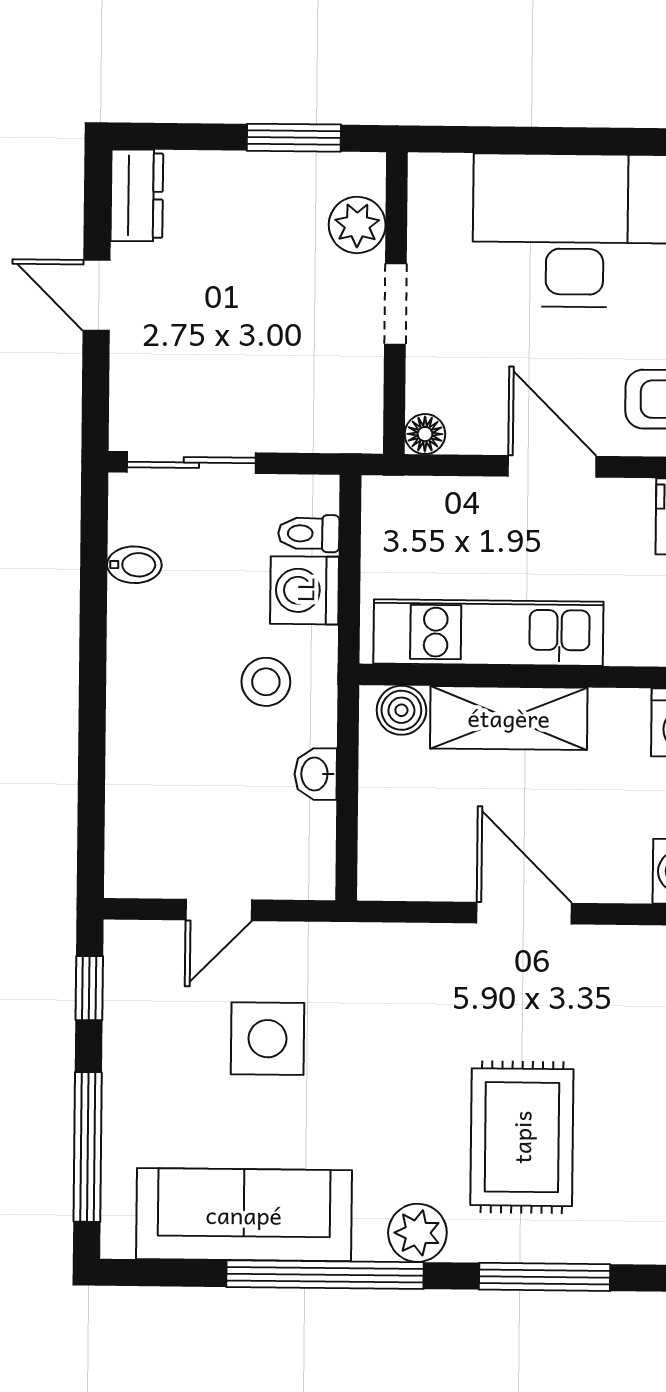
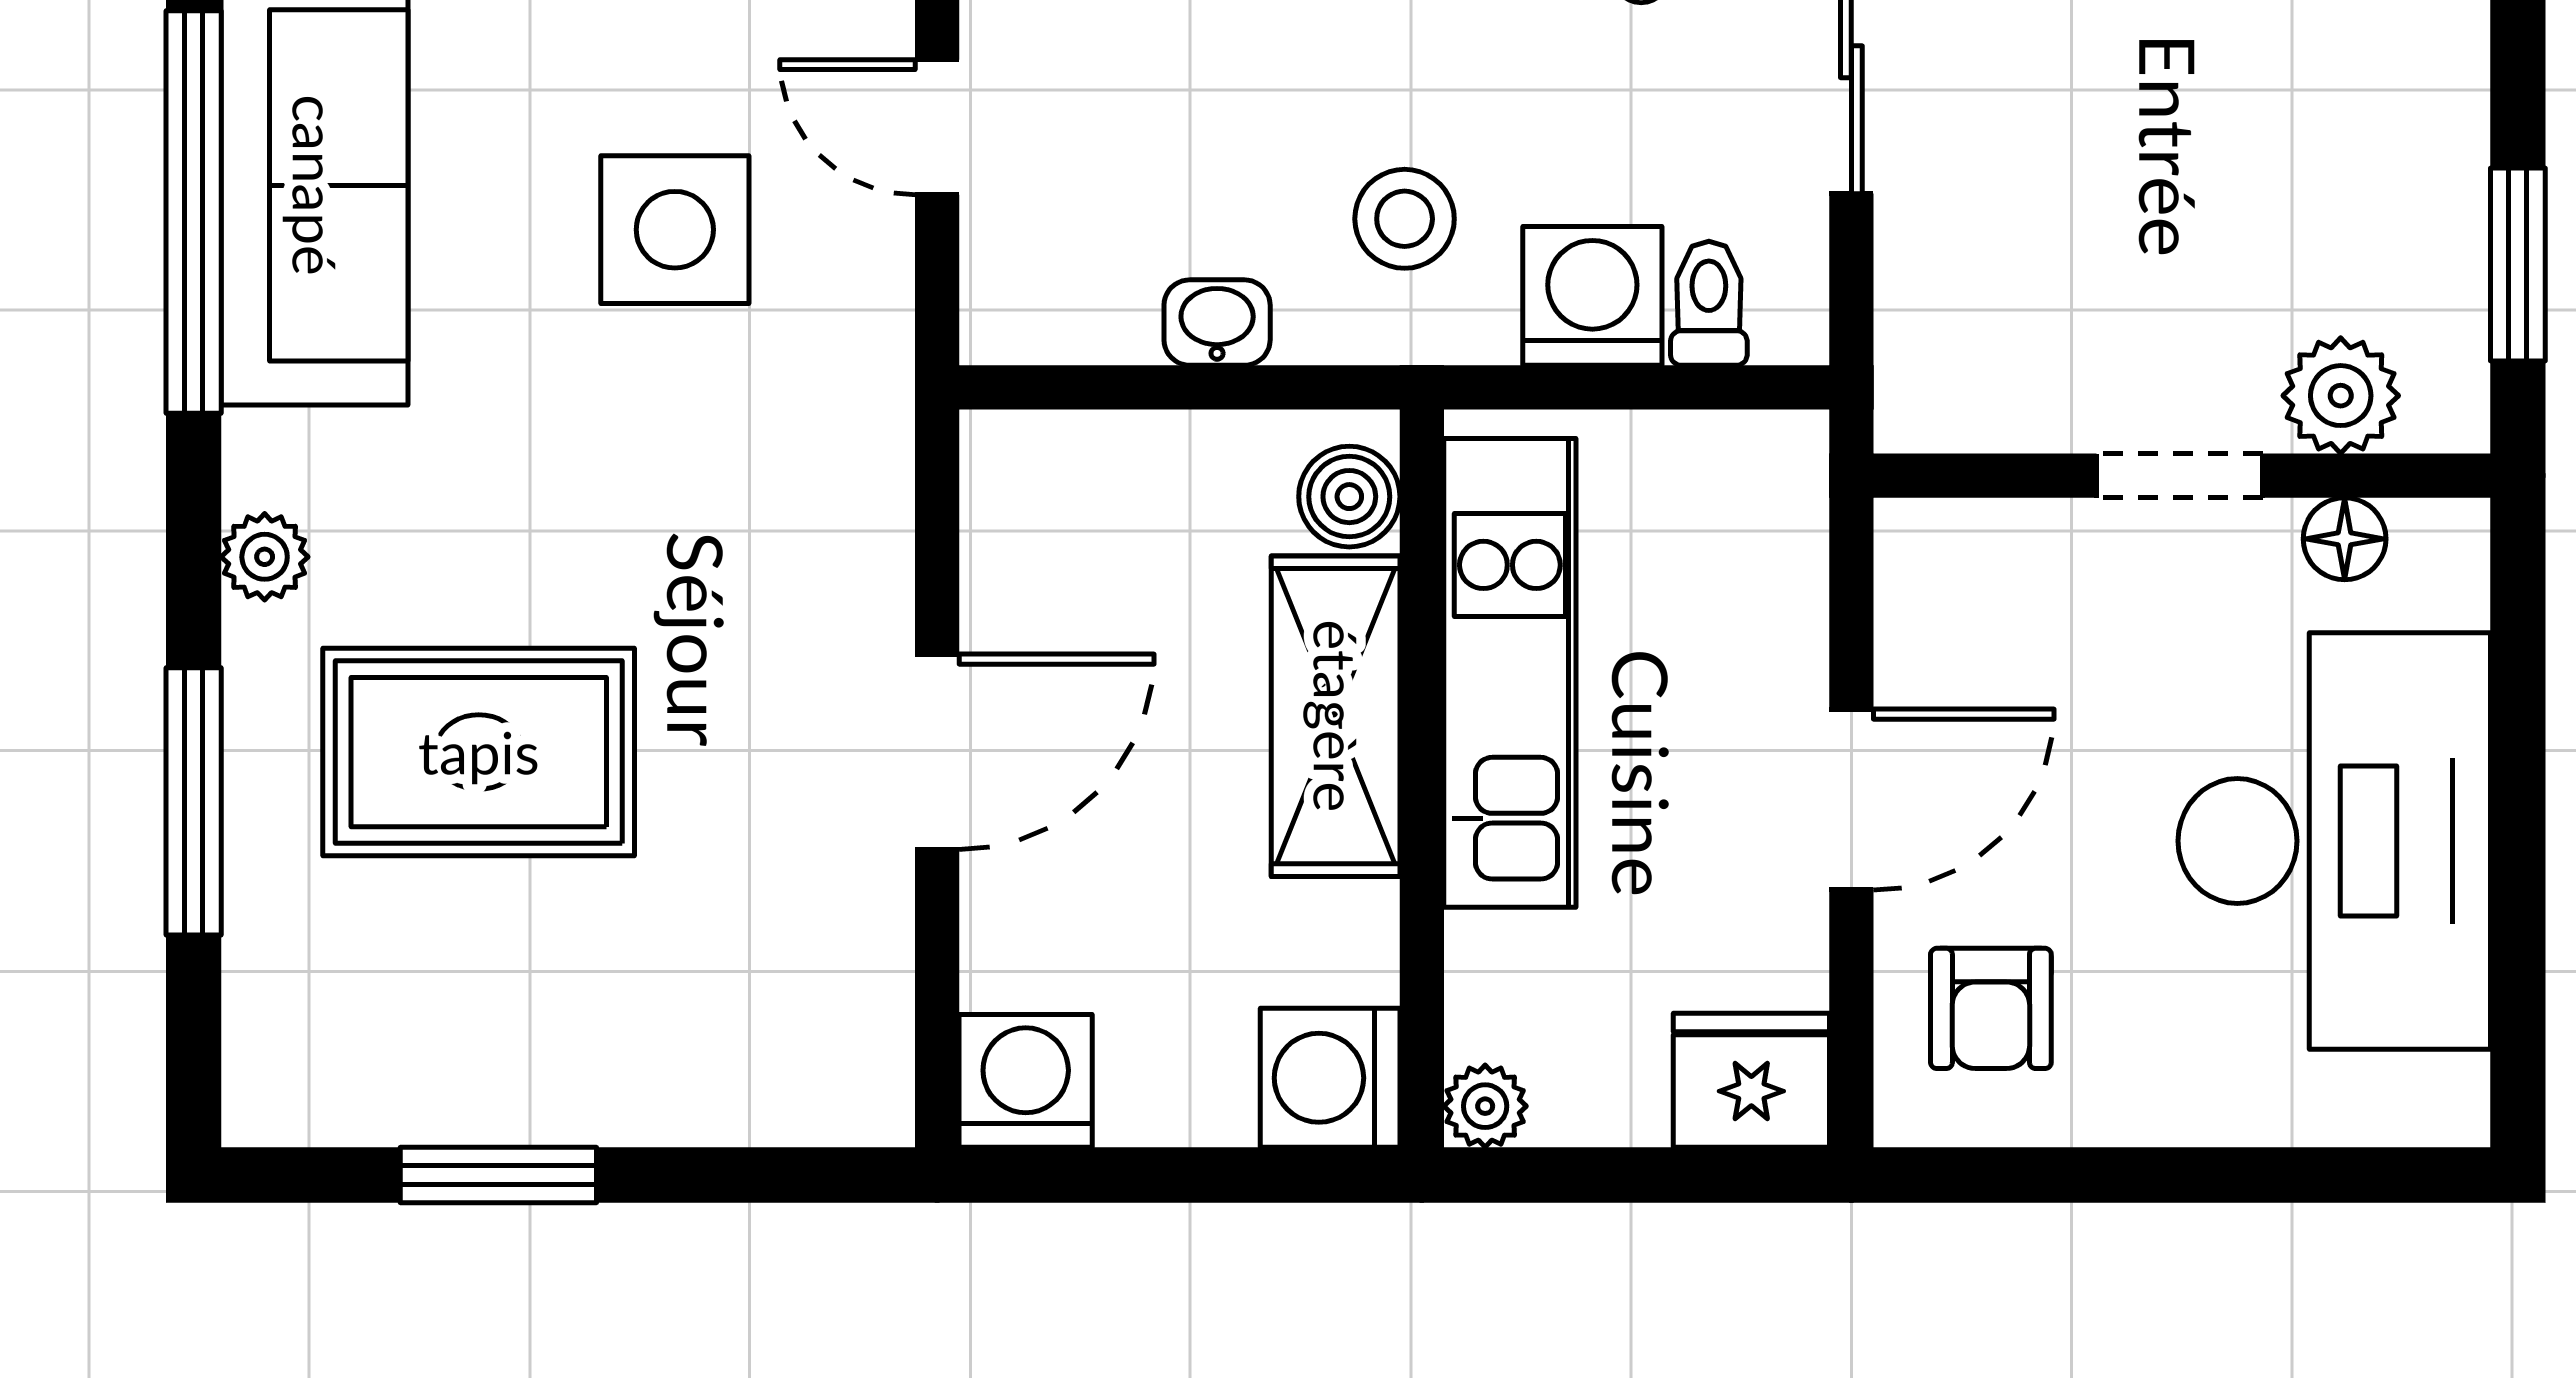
floor lamp: (425, 434) -> (2345, 539), moved
plant: (417, 1233) -> (265, 557), width x0.73, depth x0.73
window: (325, 1275) -> (194, 212), moved

